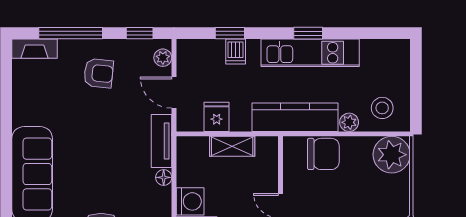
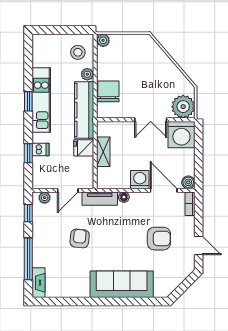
armchair: (99, 73) -> (80, 238), moved
fridge: (217, 117) -> (84, 148), moved
plant: (392, 155) -> (103, 40), width x0.53, depth x0.53

